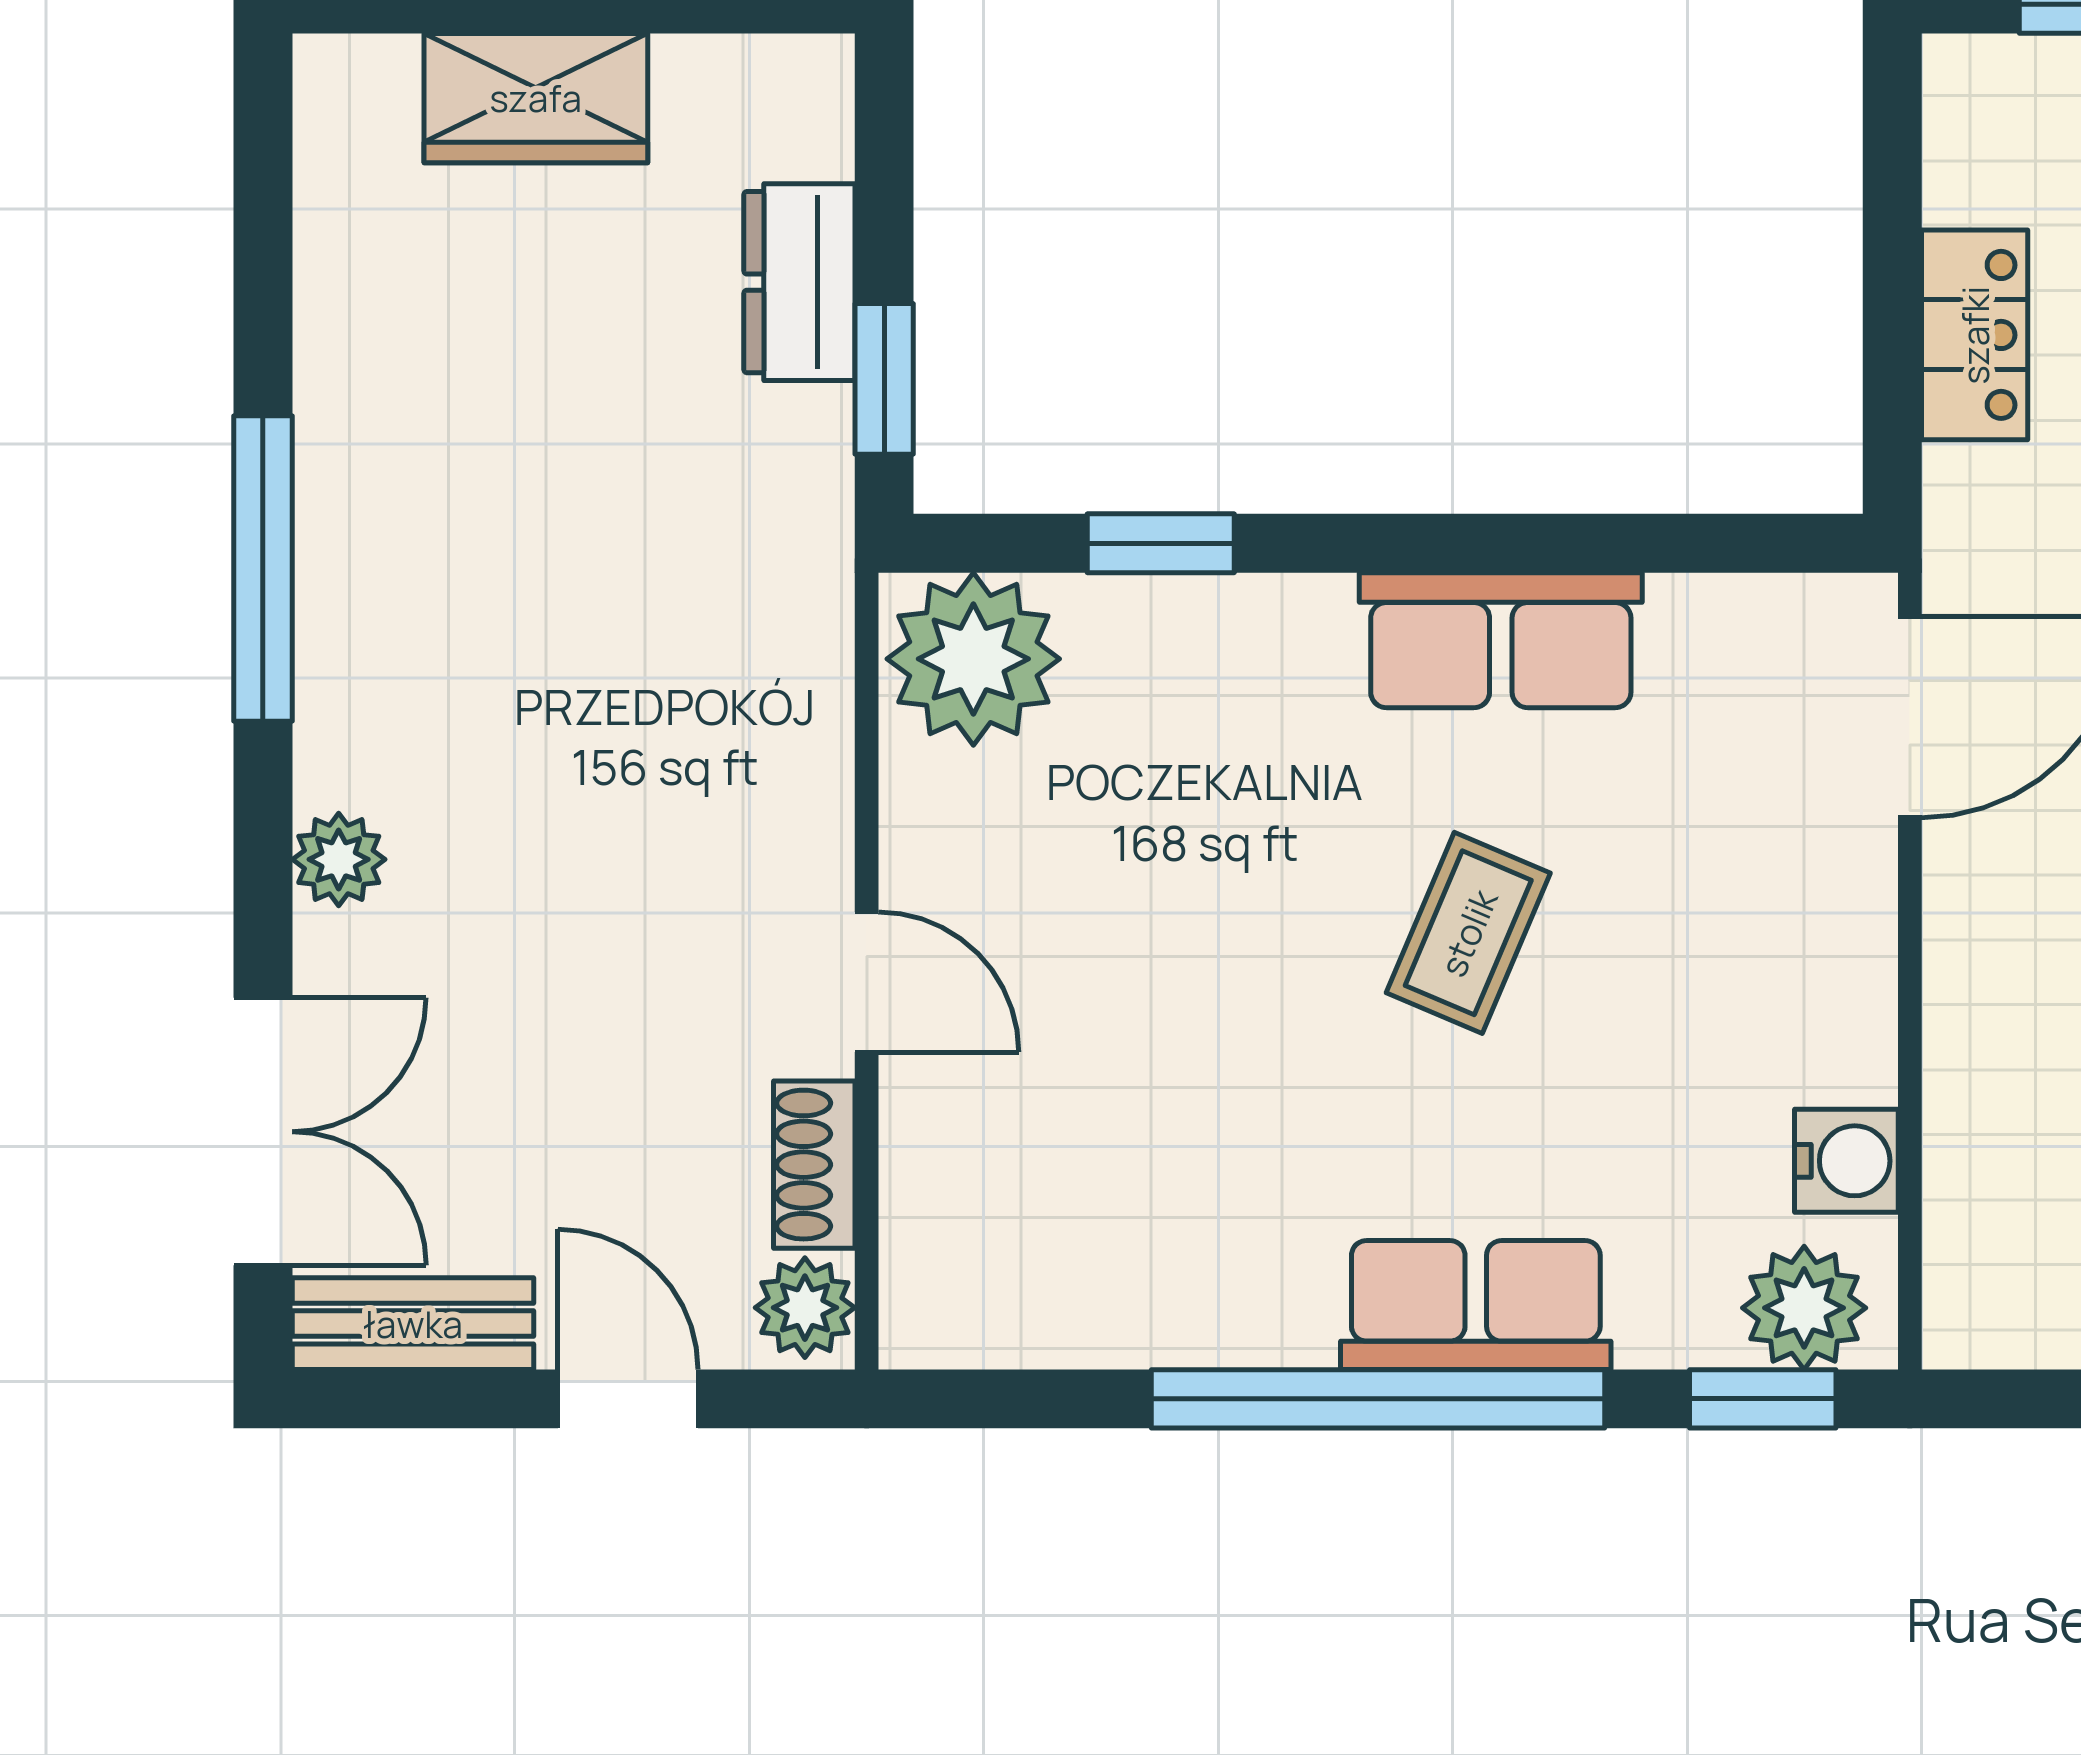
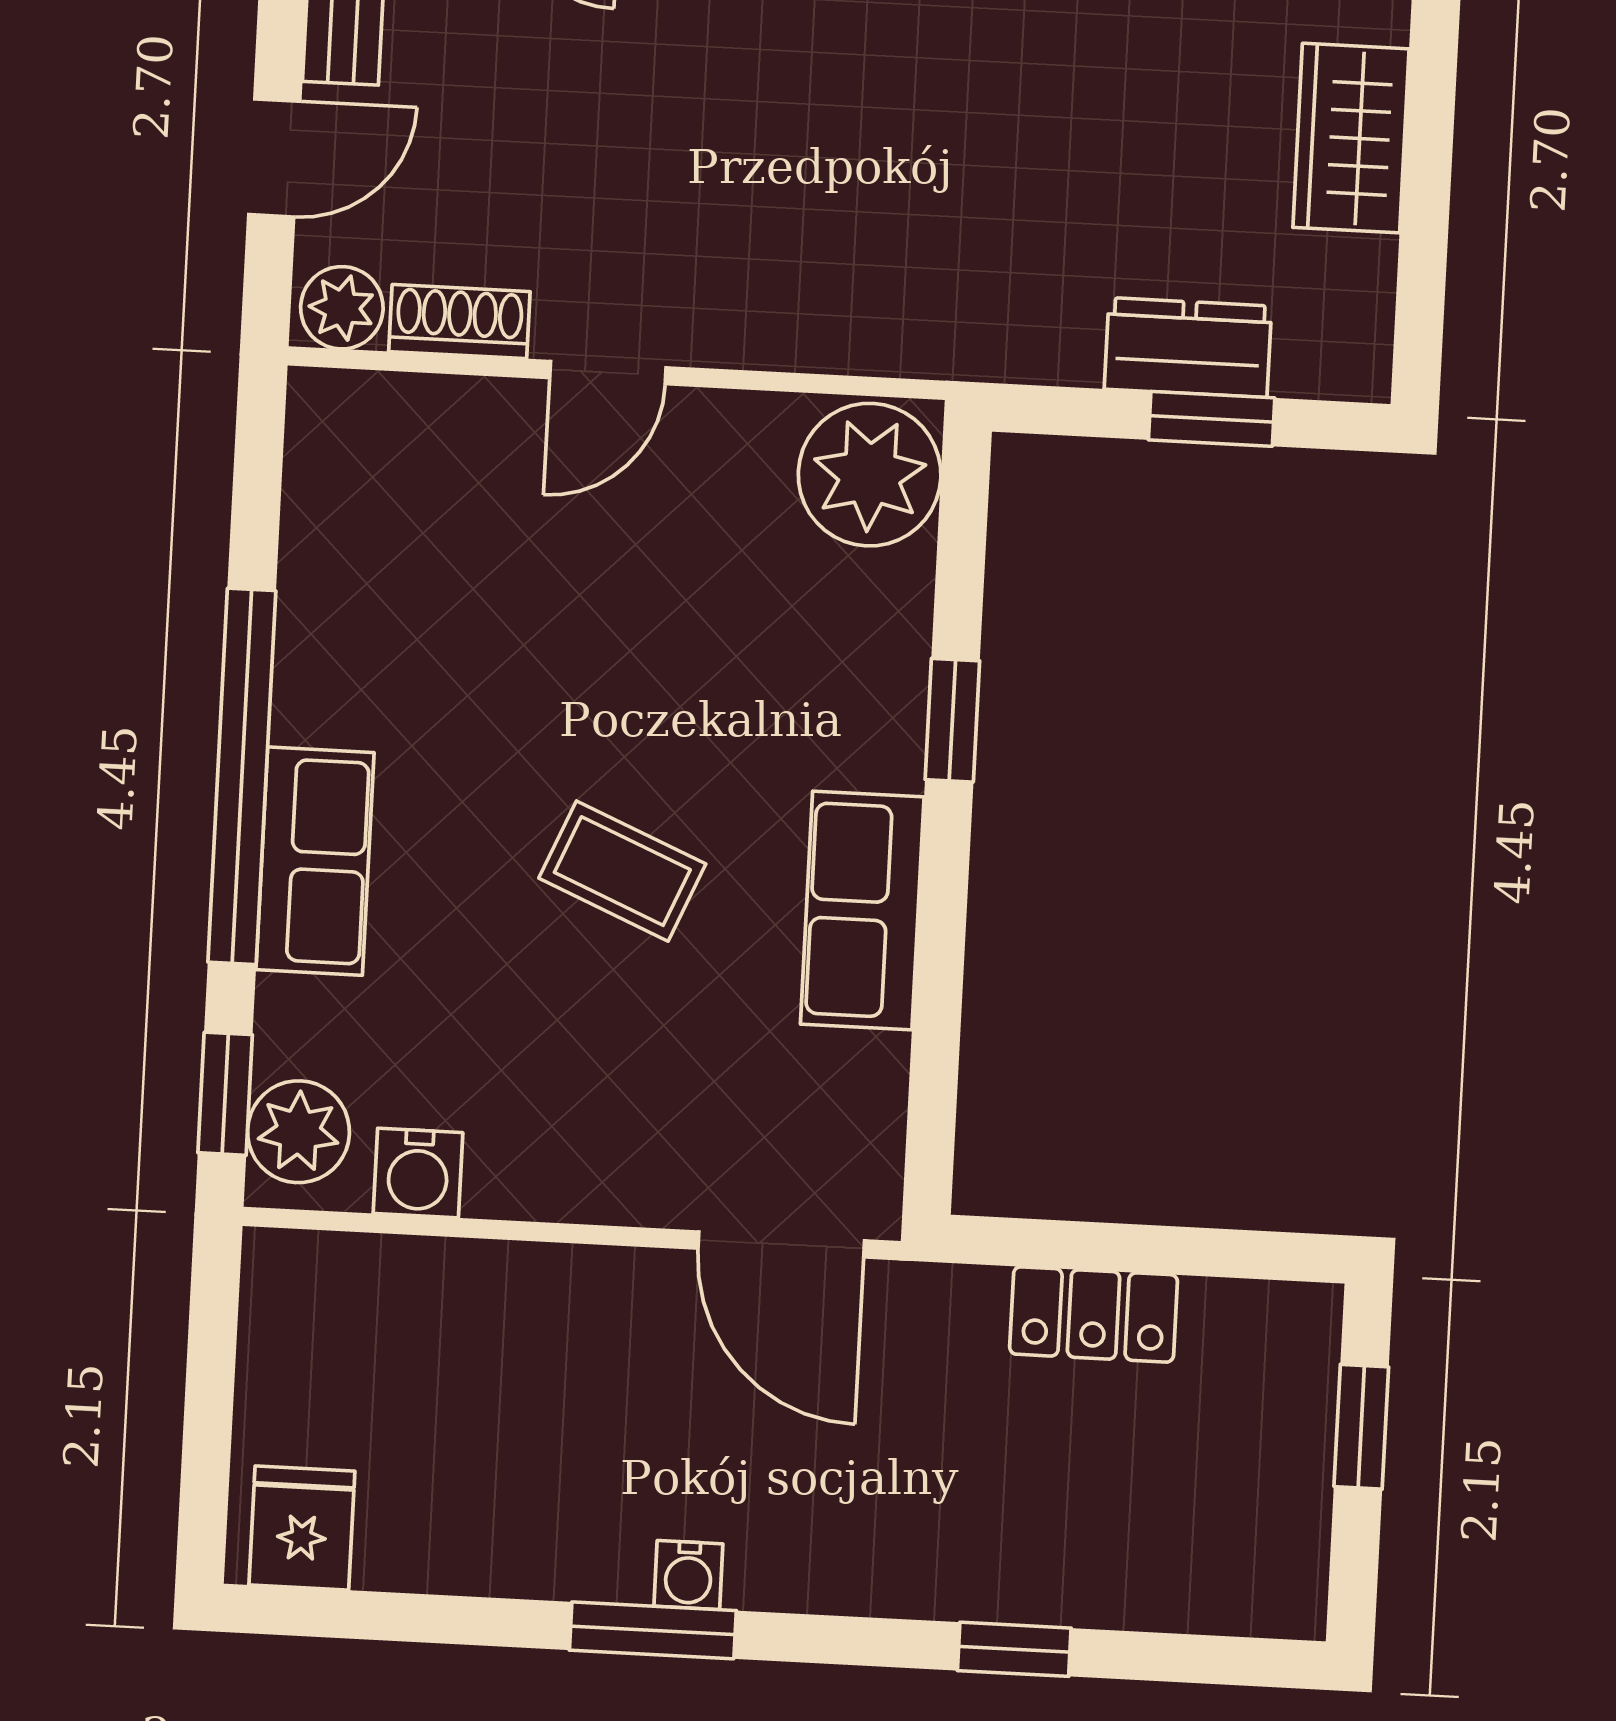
window: (884, 379) -> (1212, 419), moved
window: (1161, 543) -> (952, 720), moved

